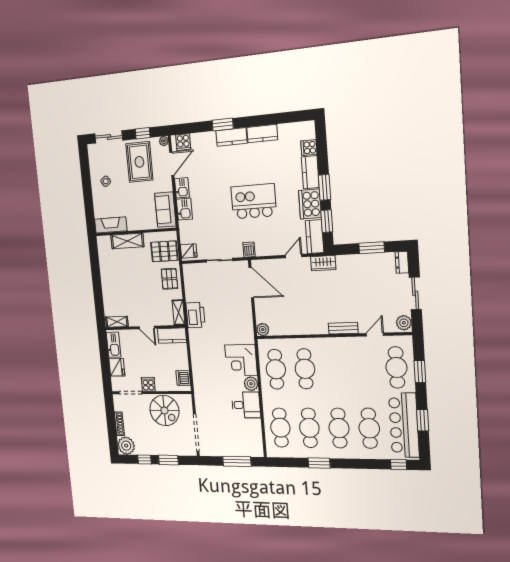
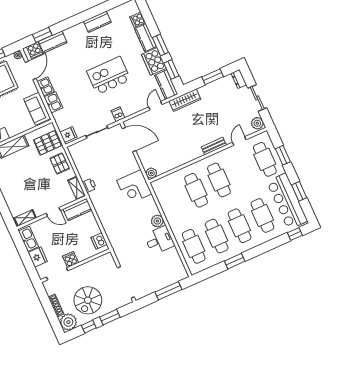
window: (223, 125) -> (42, 35), moved
kitchen counter: (231, 137) -> (53, 42), moved
wardrobe: (323, 263) -> (185, 100), width x1.50
printer: (195, 315) -> (89, 185), width x0.53, depth x0.68
corner desk: (241, 360) -> (134, 187), moved
cafe table: (276, 369) -> (219, 180), moved
spiral stairs: (164, 410) -> (88, 300), moved, turned 90

